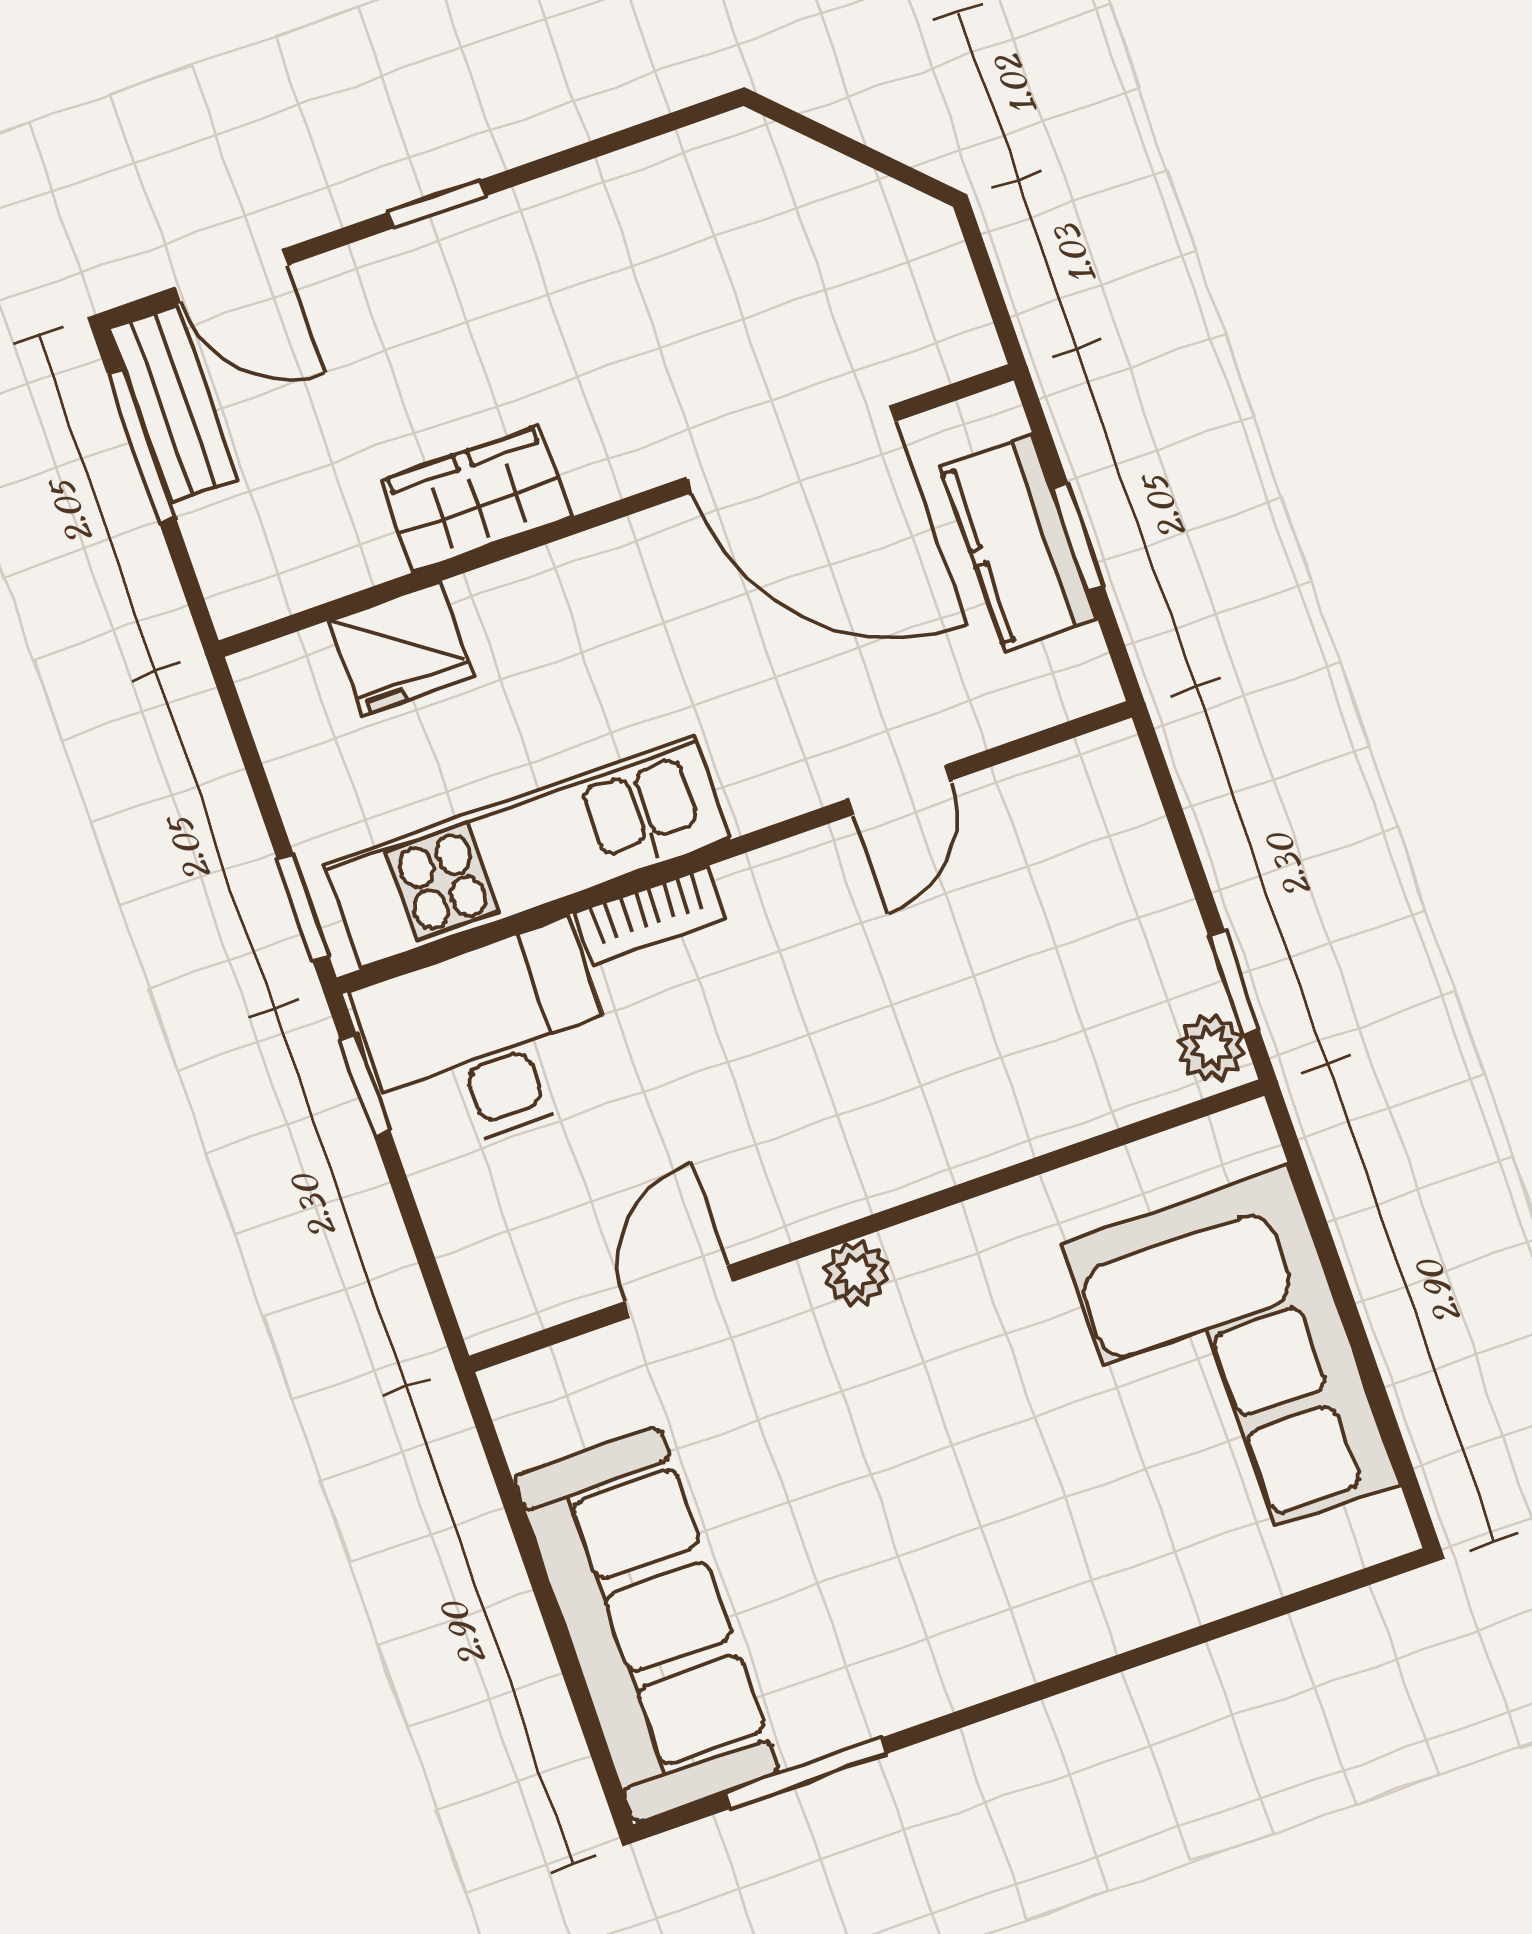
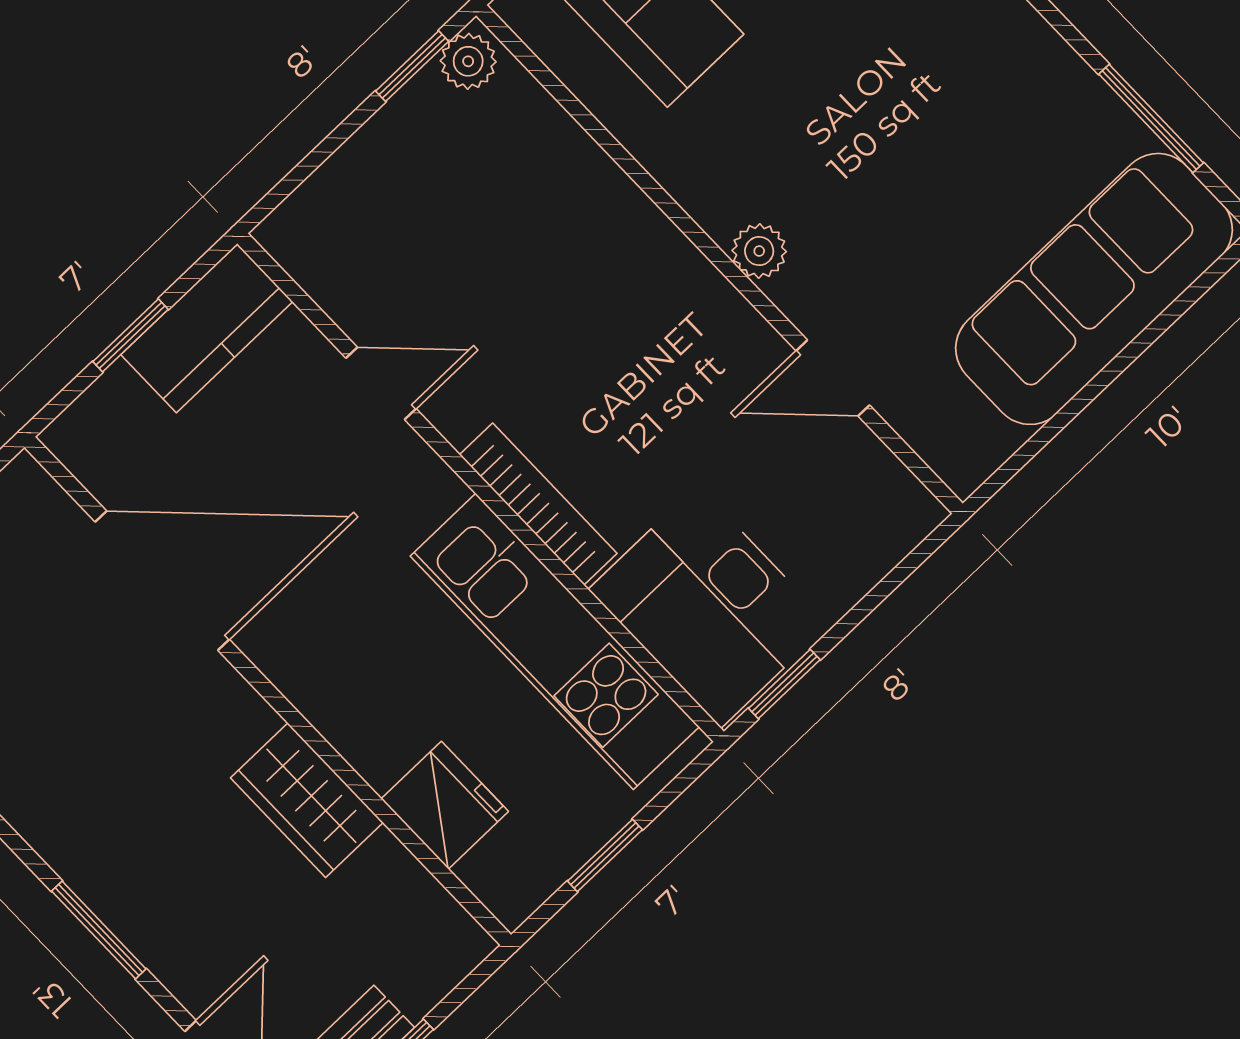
window: (437, 204) -> (99, 930), width x1.50
door: (791, 449) -> (162, 581), hinge flipped
kitchen counter: (1019, 543) -> (207, 328), moved
window: (303, 907) -> (605, 855), moved
bookcase: (650, 916) -> (538, 504), width x1.56

